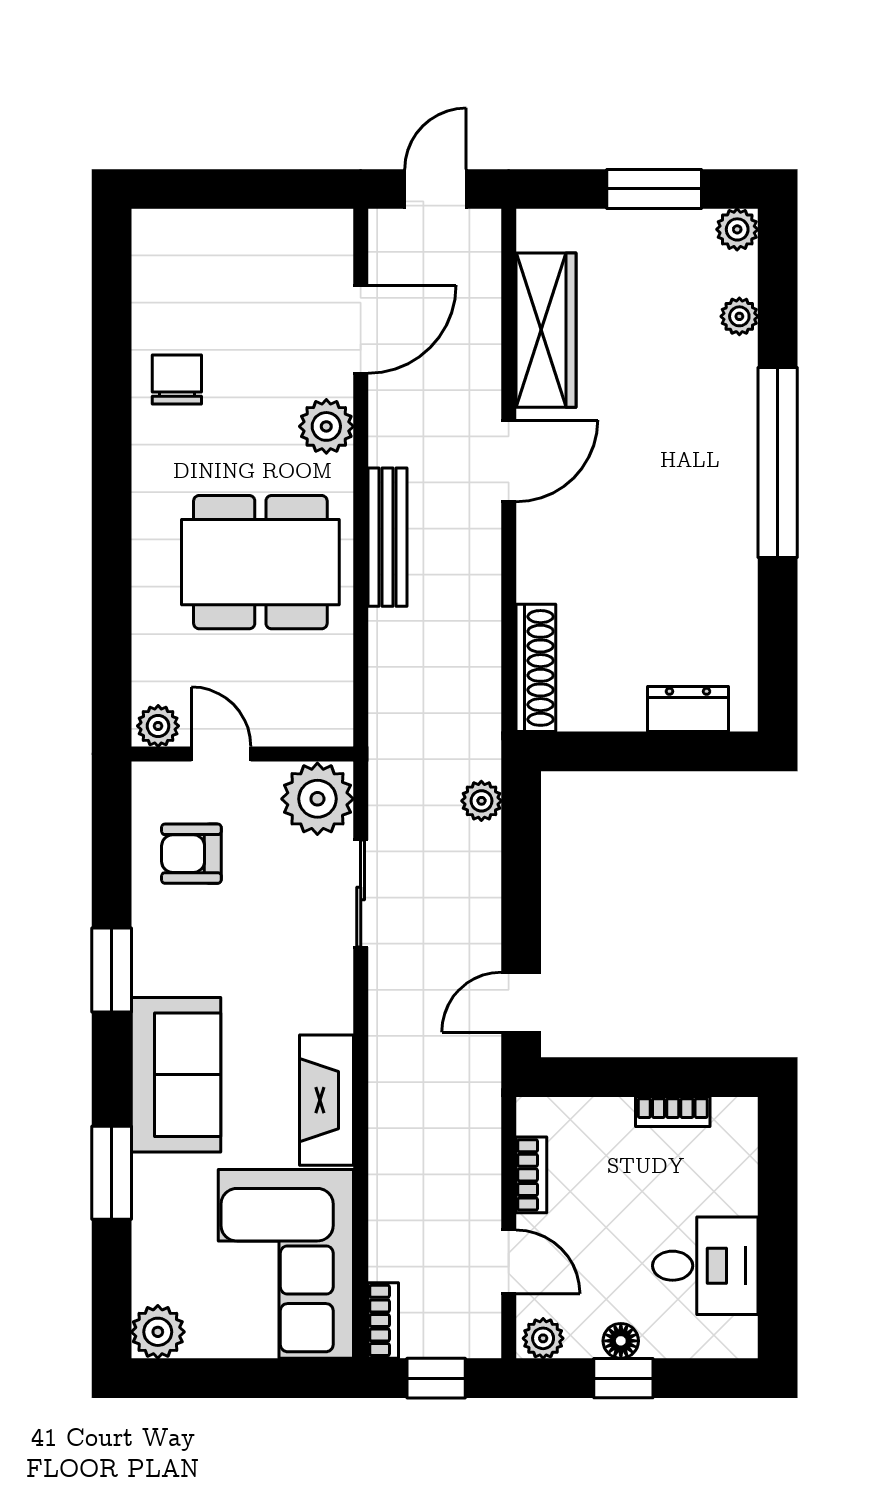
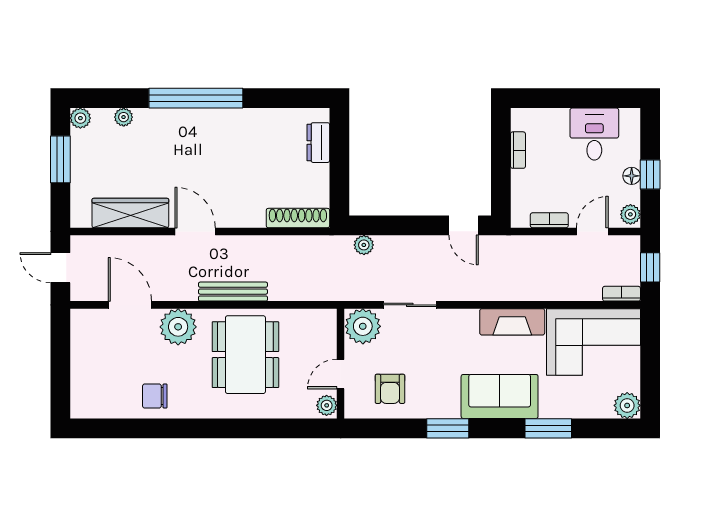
plant: (326, 426) -> (178, 327), width x1.36, depth x1.36

